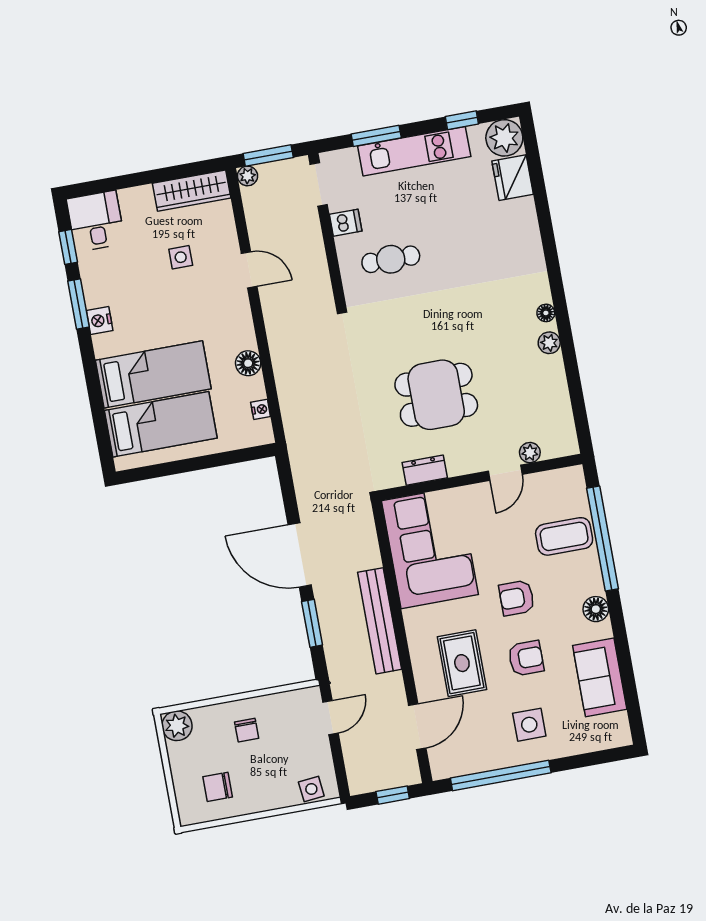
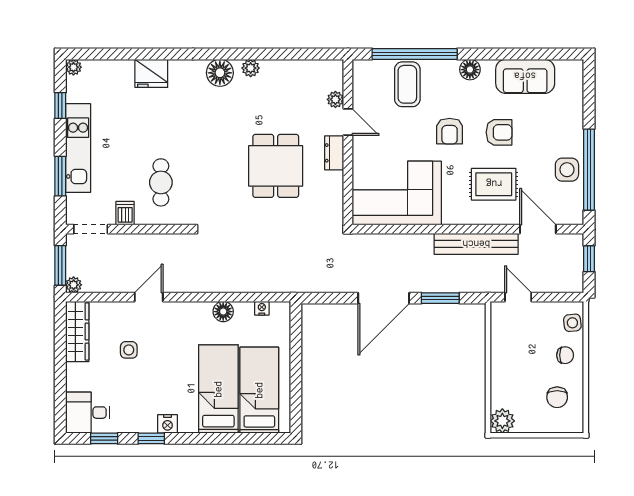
plant: (504, 138) -> (73, 67), width x0.53, depth x0.53
fridge: (513, 178) -> (151, 73), moved
window: (78, 304) -> (151, 438), width x0.67
floor lamp: (546, 313) -> (220, 73), width x1.89, depth x1.89
dresser: (425, 470) -> (334, 153), moved
bench: (380, 621) -> (476, 244), moved
armchair: (526, 658) -> (499, 132), turned 90
side table: (529, 725) -> (567, 170), moved
chair: (247, 730) -> (565, 355), moved

